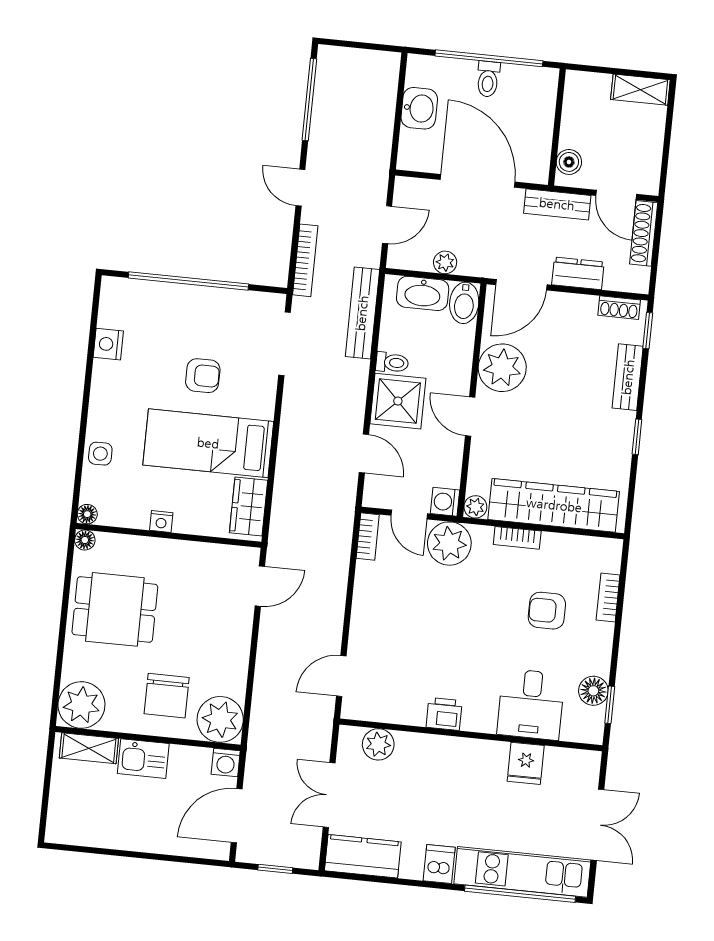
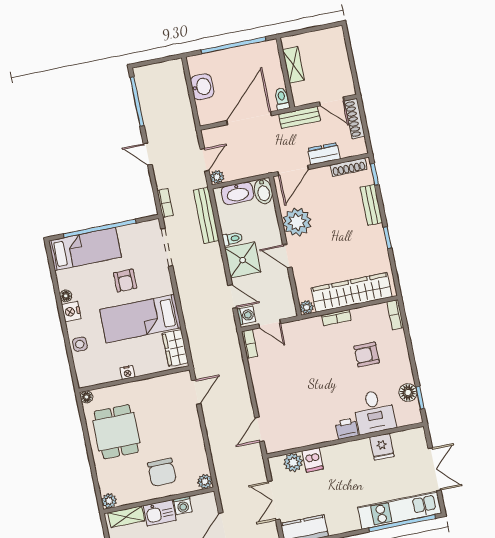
toilet: (488, 79) -> (282, 99), moved, turned 180
shelving: (640, 90) -> (293, 65), moved, turned 90
boiler: (569, 162) -> (299, 91), removed
door: (478, 181) -> (249, 118), hinge flipped
bookcase: (305, 260) -> (165, 203), width x0.64
plant: (445, 262) -> (217, 177), moved
bed: (155, 306) -> (85, 249), added
shoe rack: (619, 308) -> (349, 167), width x1.43
nightstand: (108, 344) -> (71, 311), moved
armchair: (203, 376) -> (125, 281), turned 90
washing machine: (445, 502) -> (246, 315), moved, turned 180
floor lamp: (87, 514) -> (66, 296), moved
plant: (449, 544) -> (298, 333), removed
bookcase: (608, 597) -> (395, 315), moved
dining table: (115, 609) -> (116, 432), turned 90
plant: (81, 705) -> (109, 501), width x0.53, depth x0.53
printer: (444, 714) -> (347, 429), moved
plant: (220, 719) -> (205, 481), width x0.53, depth x0.53
washing machine: (226, 762) -> (183, 505), moved
dishwasher: (439, 864) -> (313, 460), moved, turned 180

